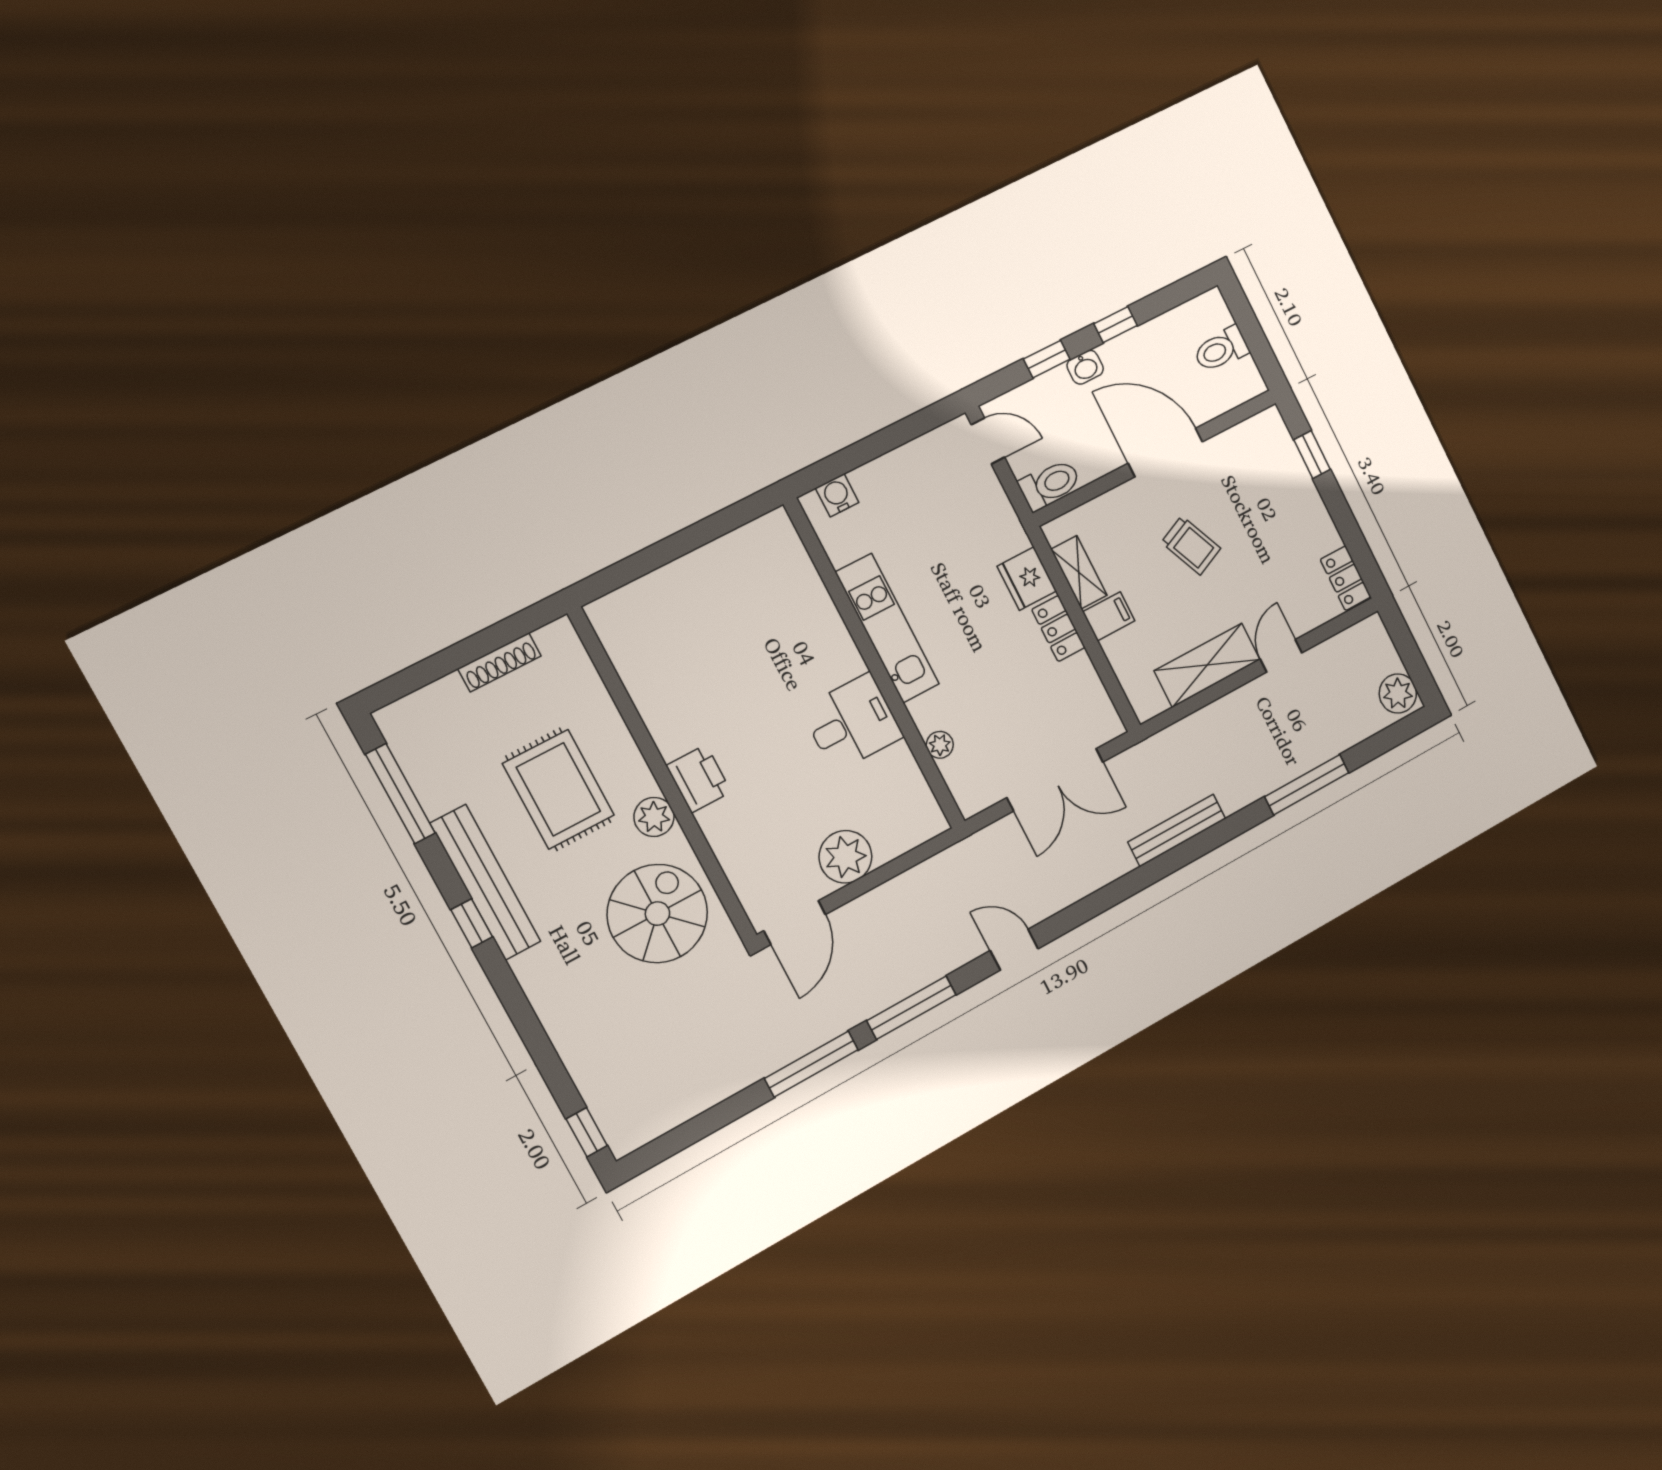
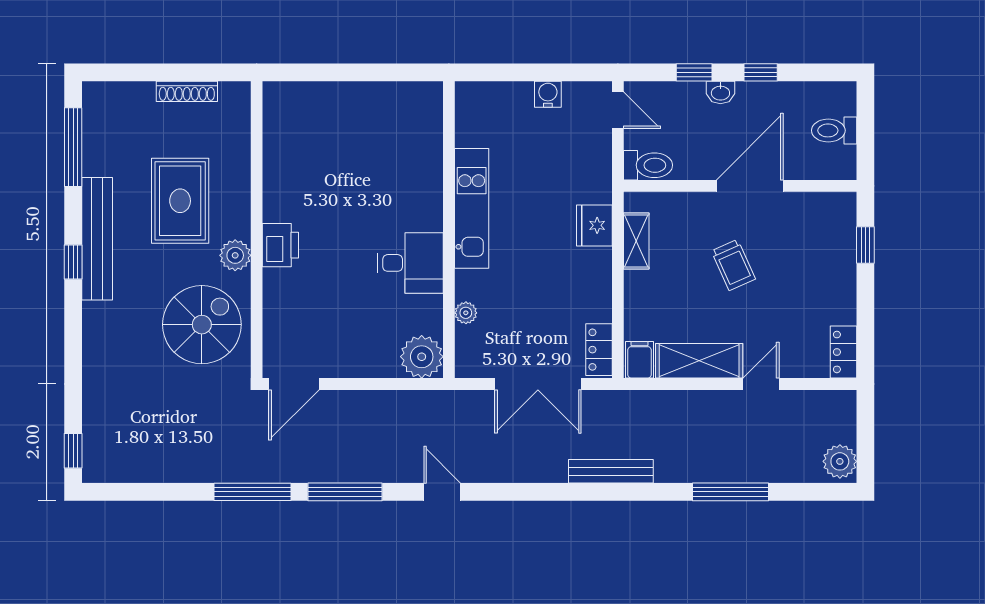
door: (1165, 452) -> (750, 186), hinge flipped
water cooler: (837, 495) -> (548, 94), moved
filing cabinet: (1109, 616) -> (640, 360), moved, turned -90
locker: (1058, 628) -> (599, 350), moved
plant: (845, 857) -> (422, 357), moved

